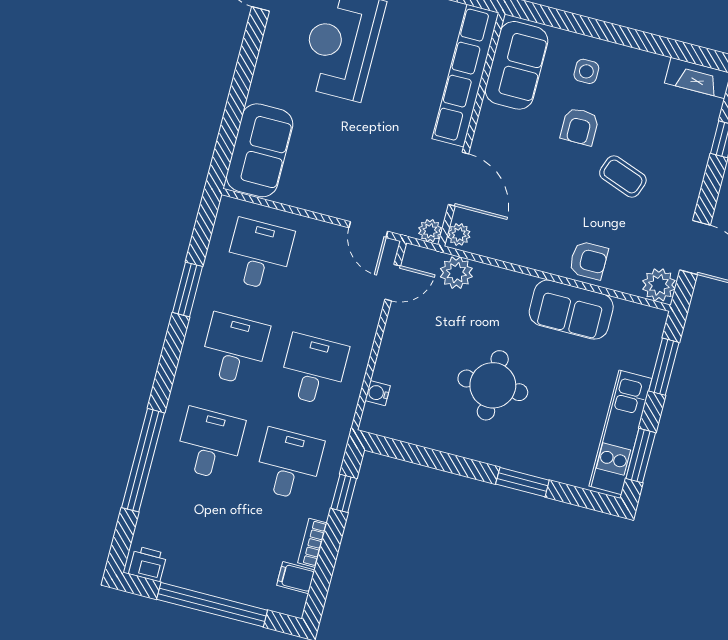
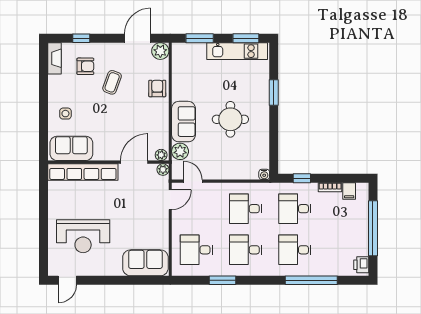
armchair: (580, 126) -> (85, 66), moved
sofa: (571, 310) -> (184, 122), moved
water cooler: (378, 393) -> (264, 174), moved

